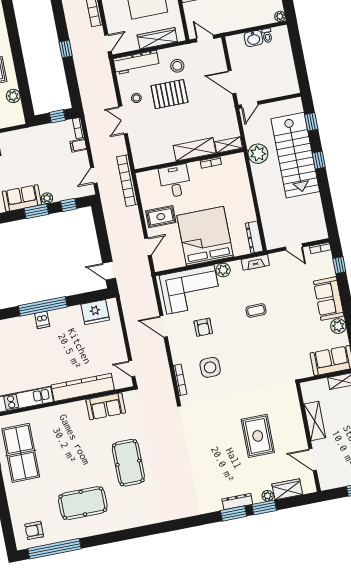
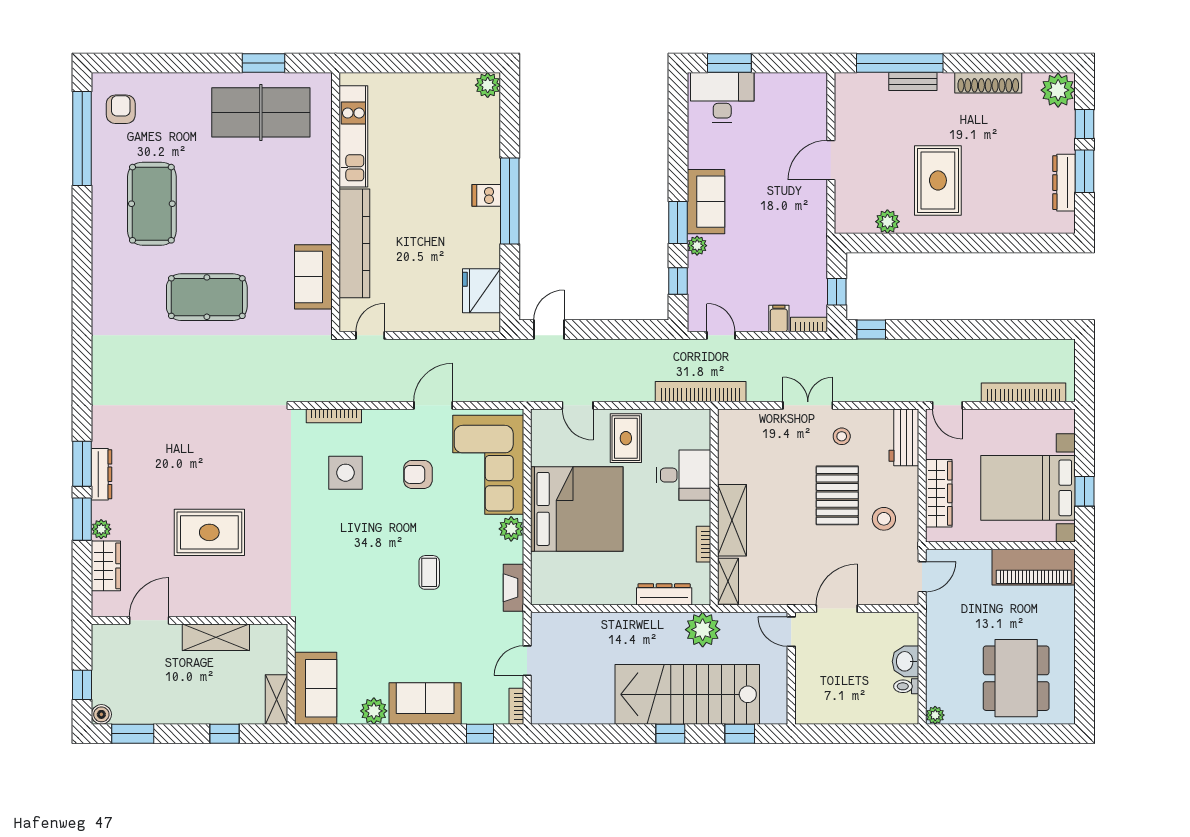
window: (66, 49) -> (871, 329), moved
workbench: (136, 62) -> (904, 437), width x0.73
dresser: (254, 237) -> (664, 594), moved

